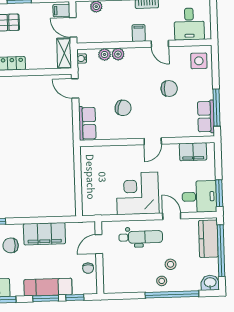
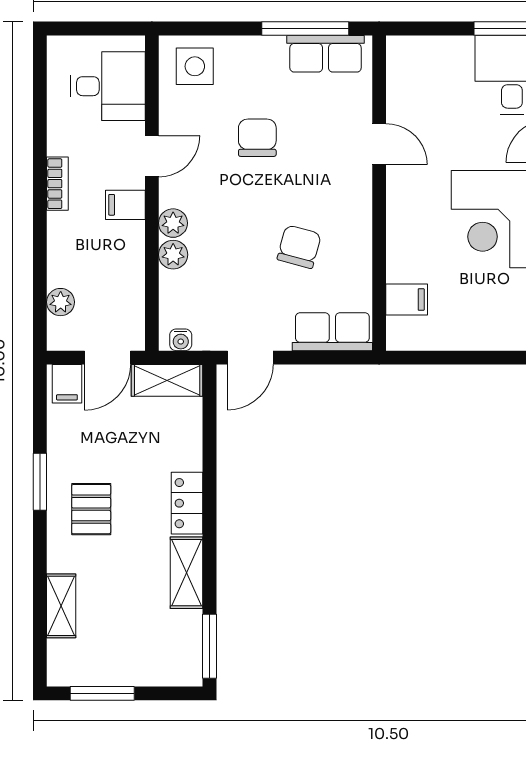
plant: (105, 54) -> (173, 223), moved
door: (153, 141) -> (379, 144), moved
filing cabinet: (193, 152) -> (407, 300), moved, width x0.50

